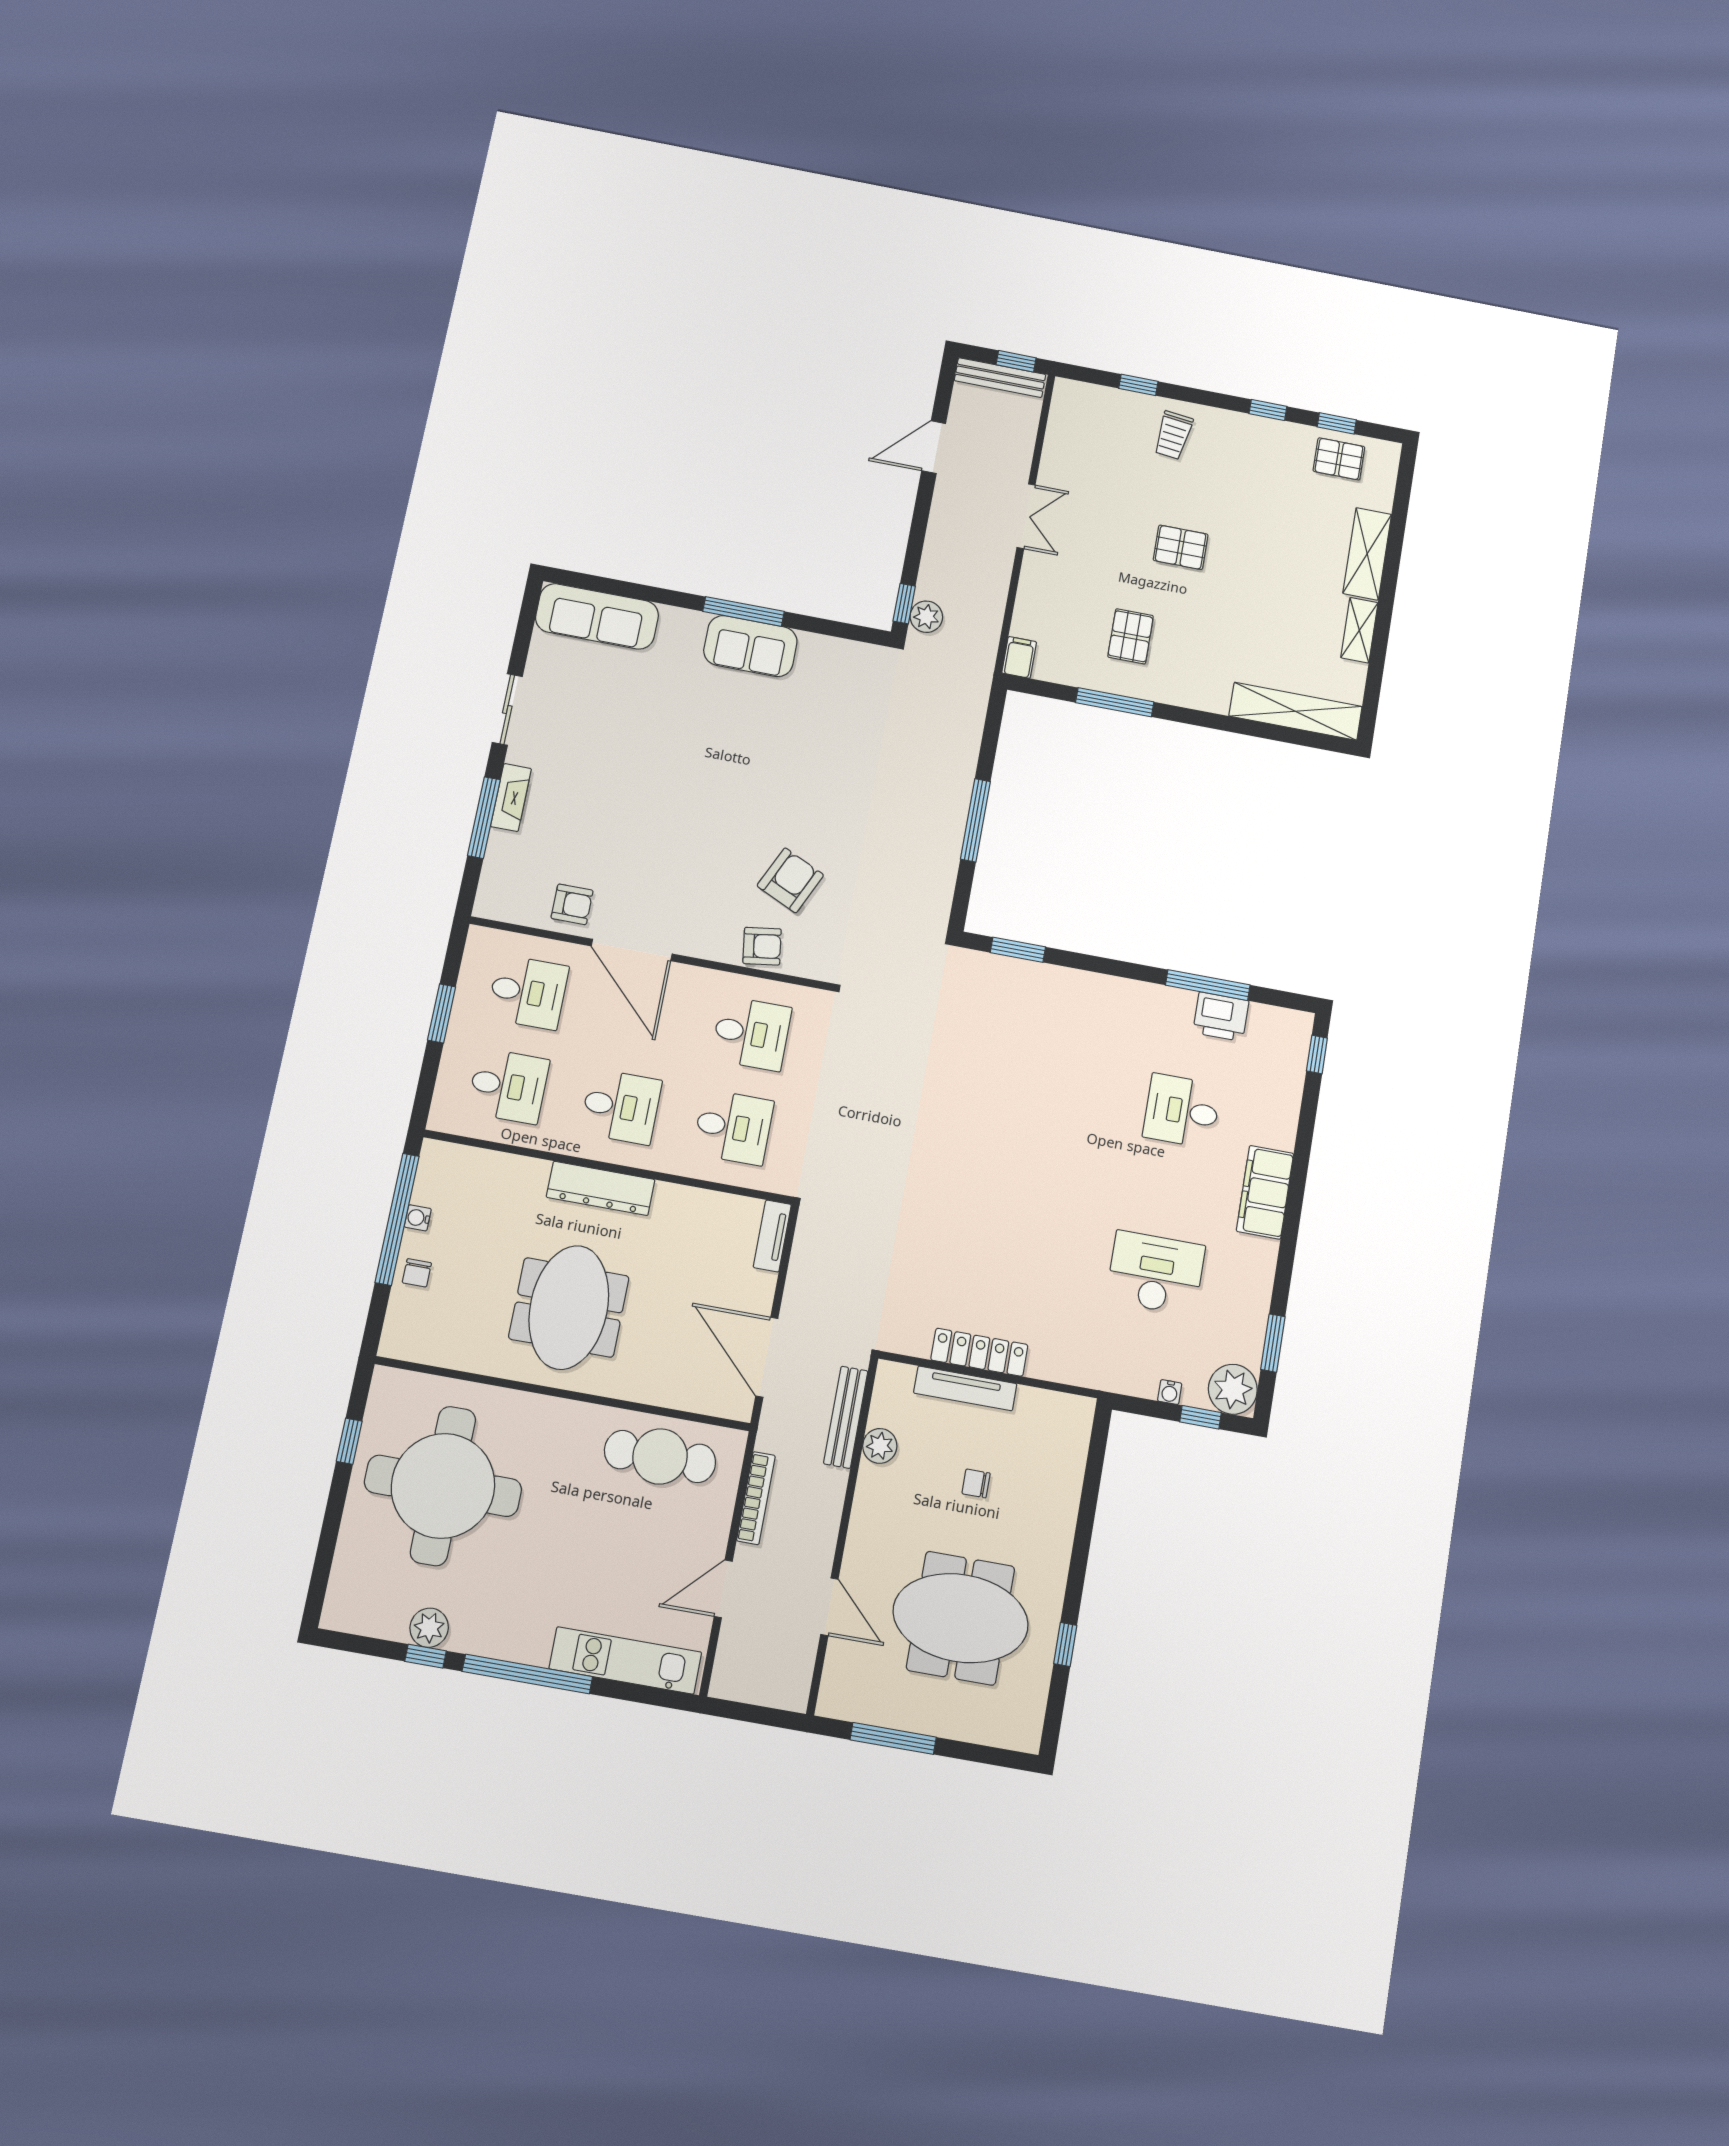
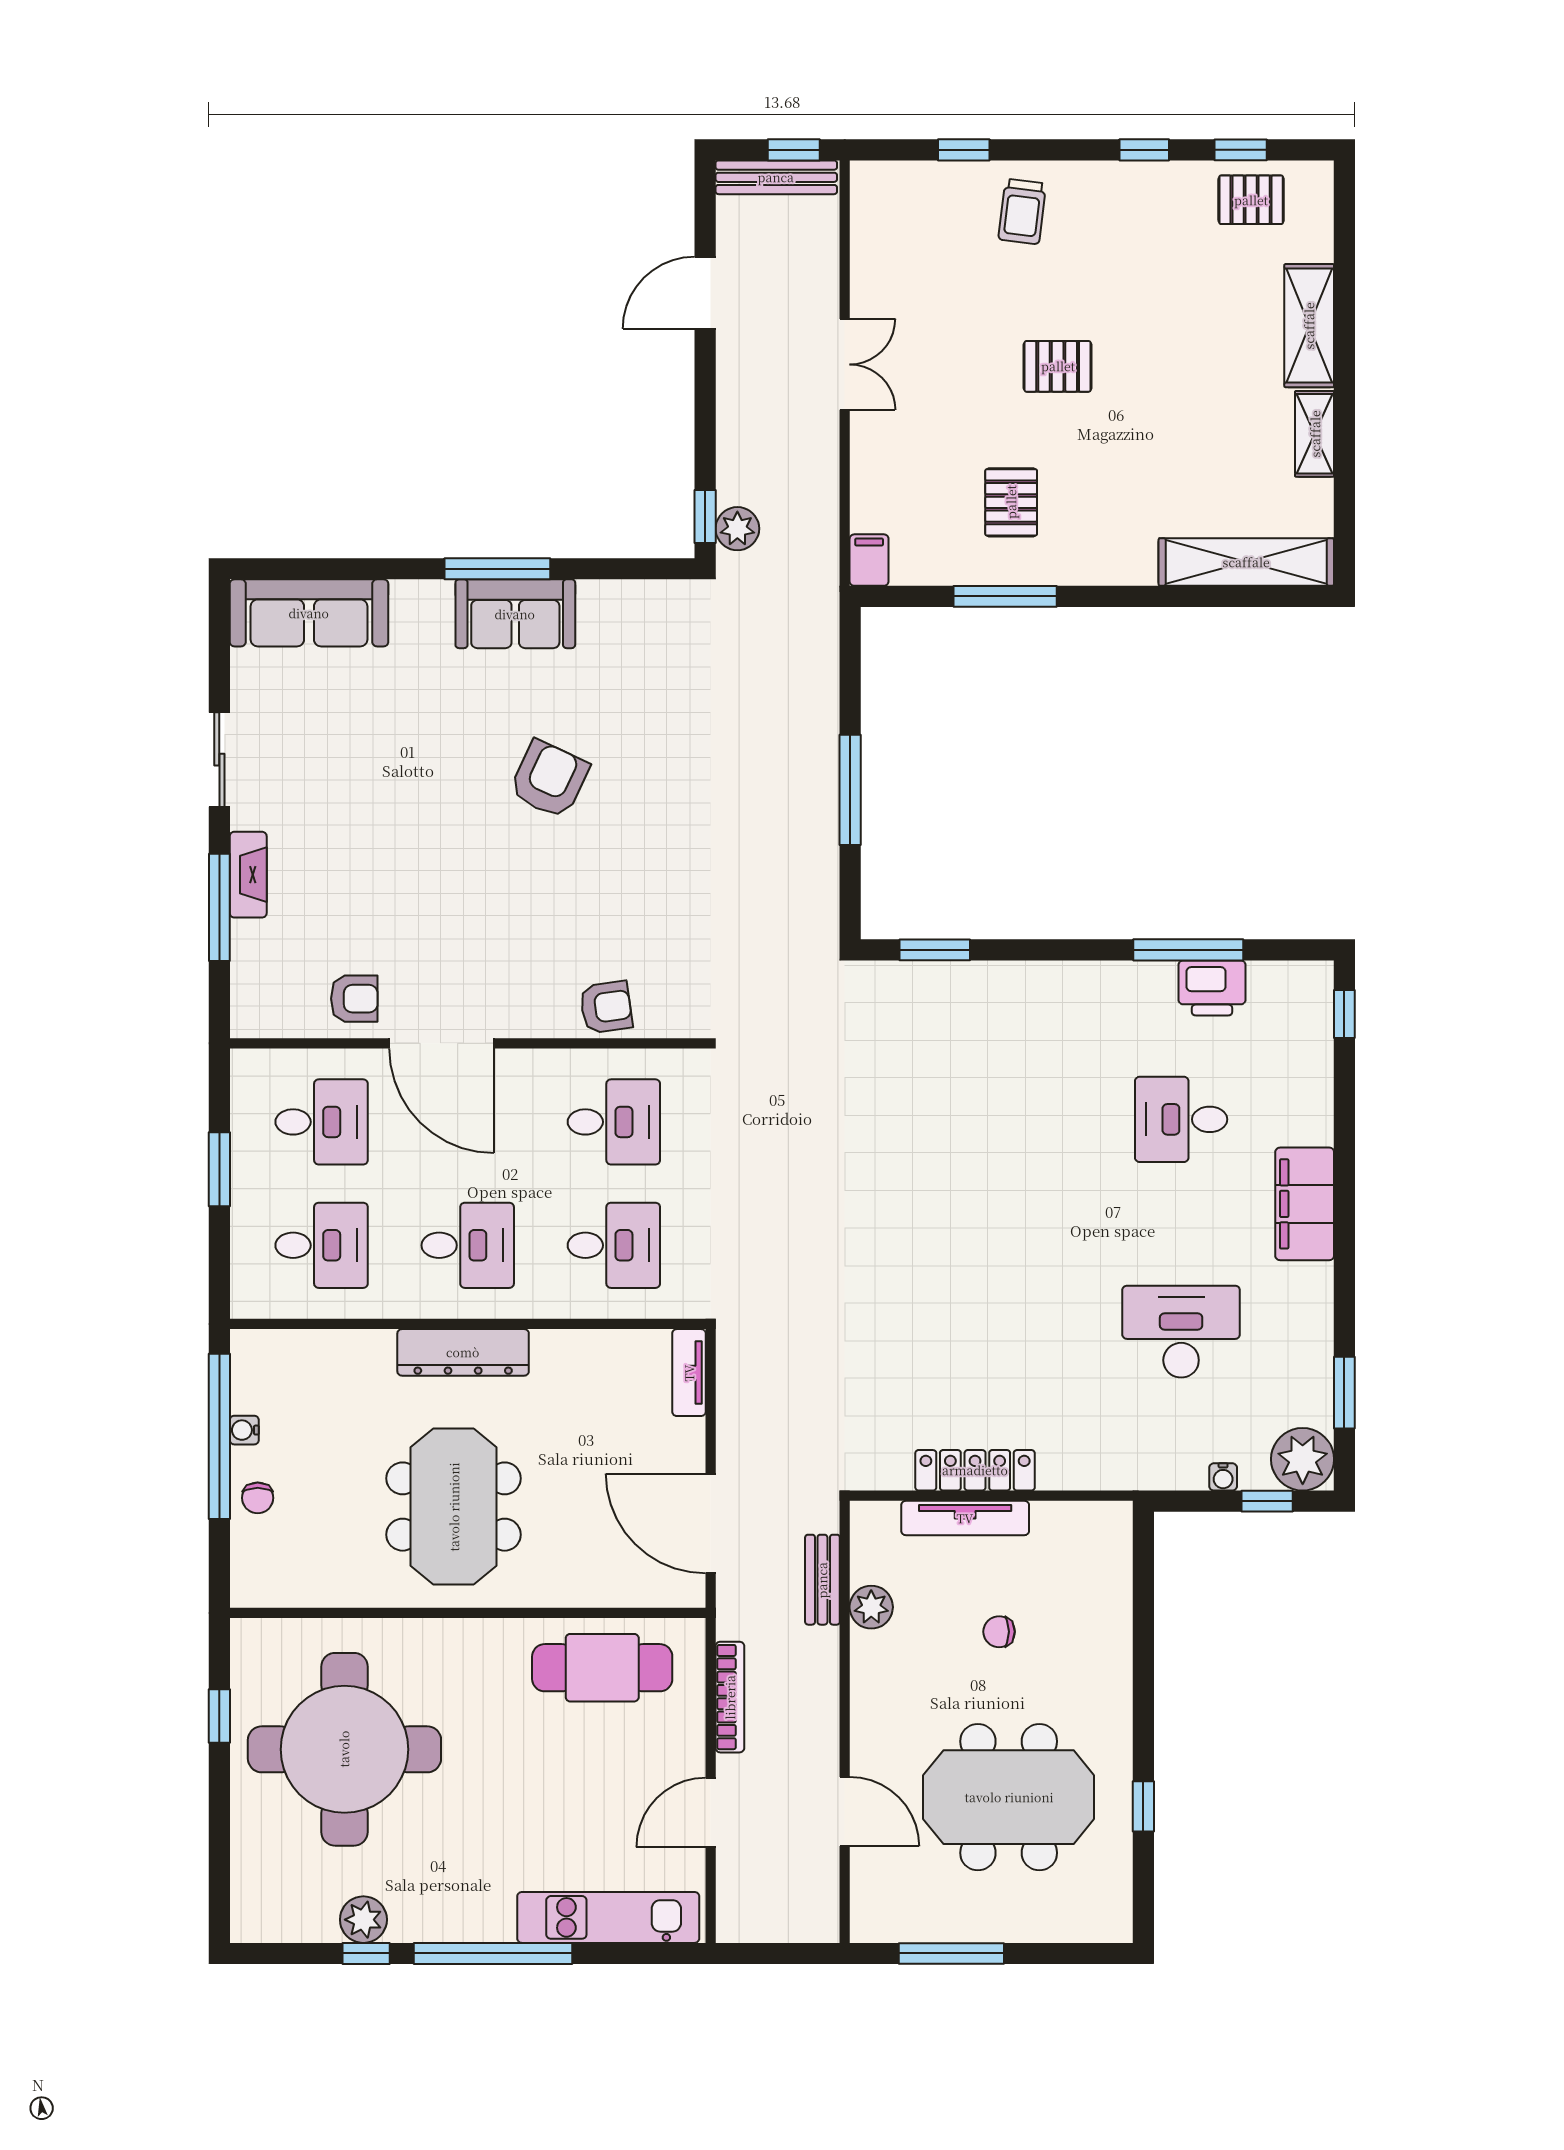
armchair: (790, 880) -> (549, 779), moved
bench: (846, 1417) -> (822, 1580), width x0.73

